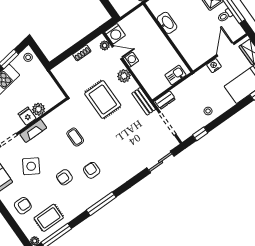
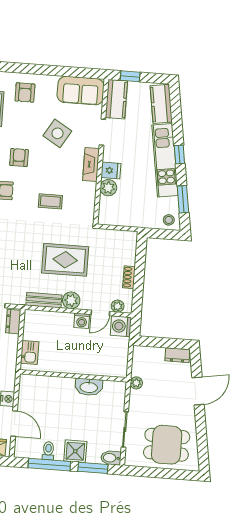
bench: (144, 101) -> (44, 300), moved

